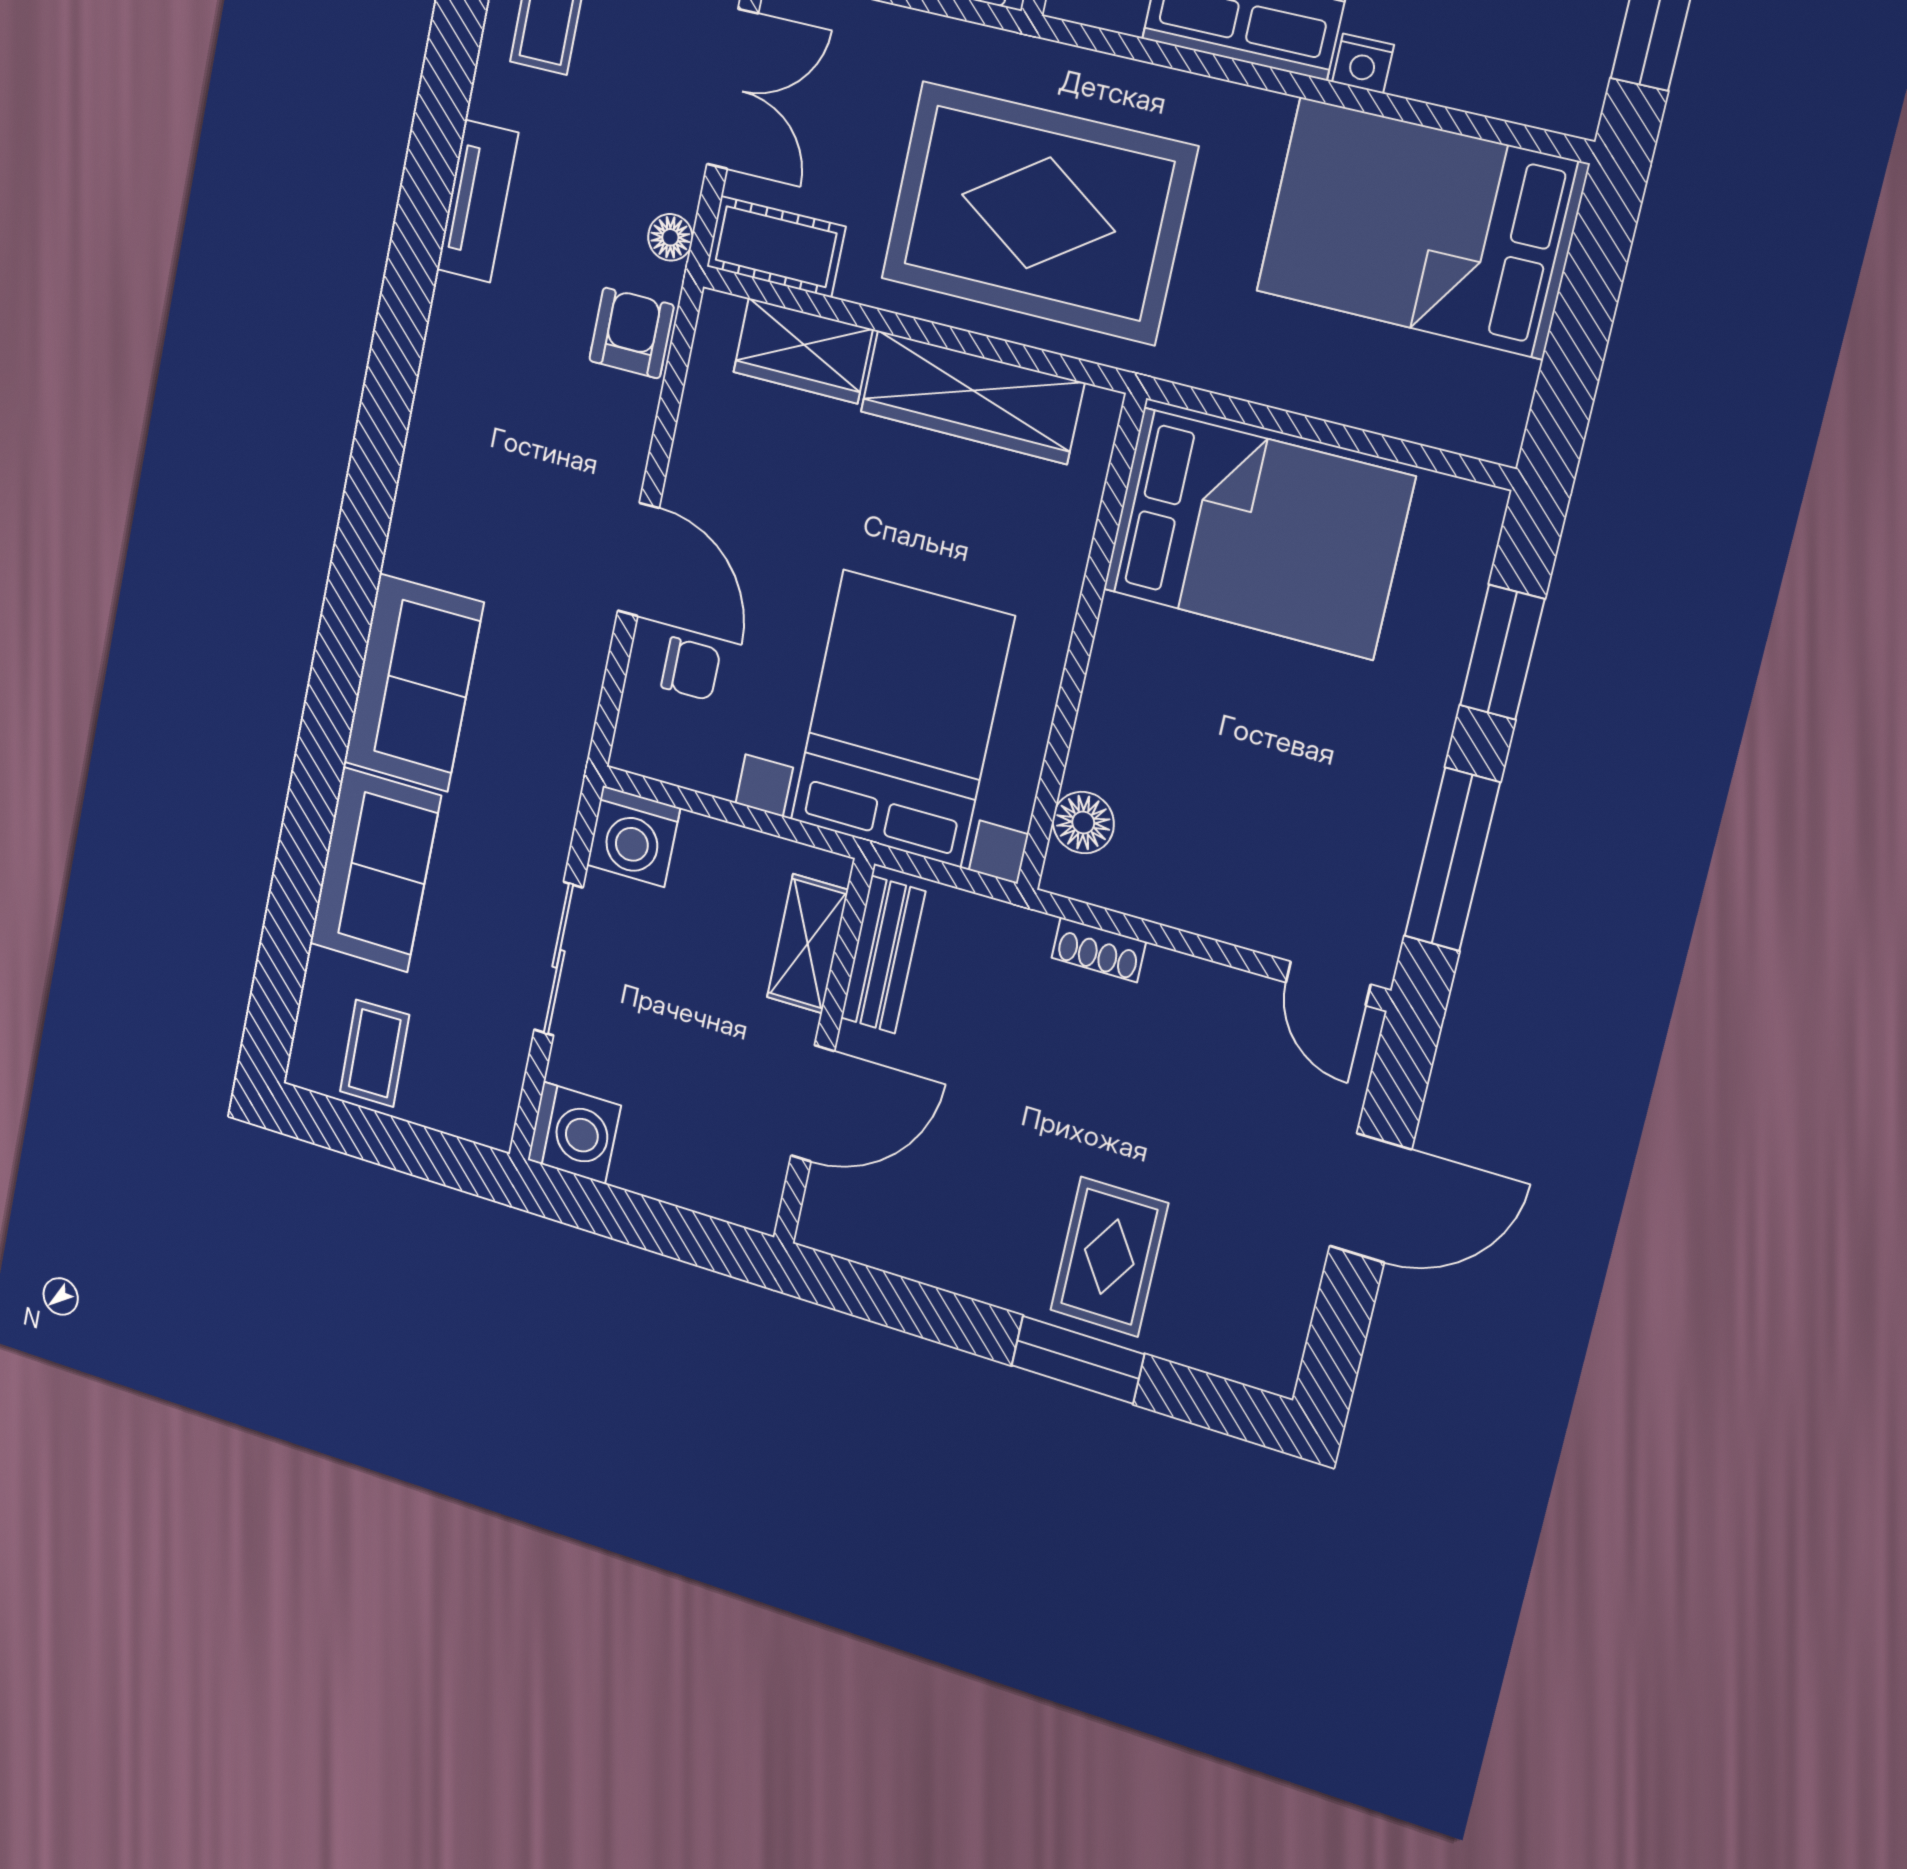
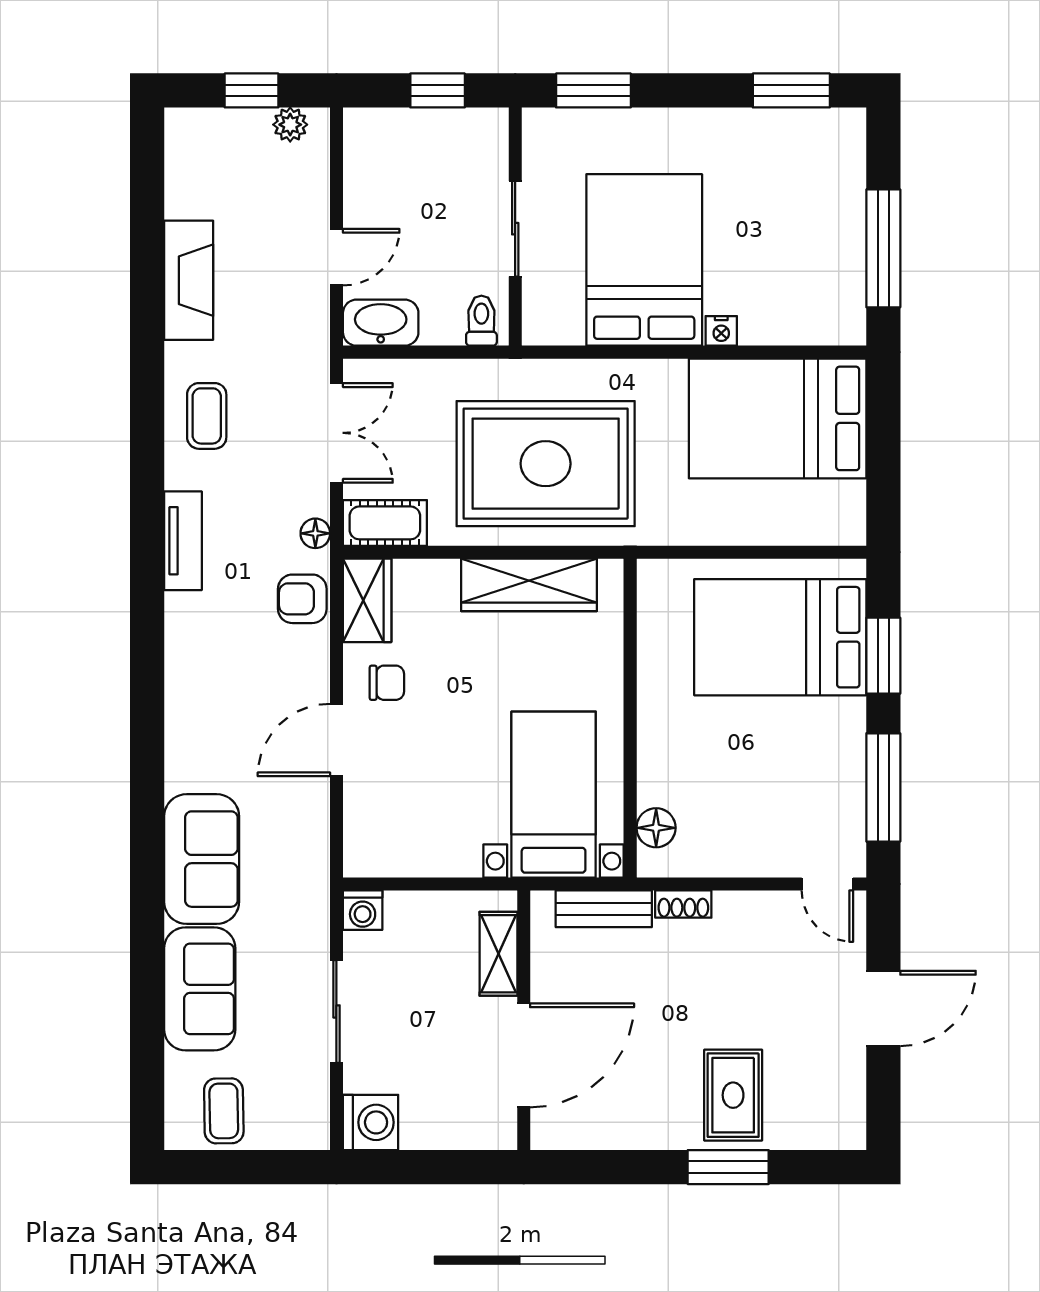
armchair: (632, 333) -> (302, 599), turned -90
wardrobe: (803, 351) -> (367, 600), moved, turned -90
bed: (1258, 533) -> (780, 637), moved, turned 180
door: (638, 559) -> (336, 740), swing flipped
chair: (691, 669) -> (387, 683), moved
bed with nightstands: (902, 719) -> (554, 795), width x0.73
washing machine: (633, 836) -> (363, 910), width x0.73, depth x0.73
bench: (883, 955) -> (604, 909), moved, turned 90
door: (813, 1103) -> (524, 1055), width x1.36

